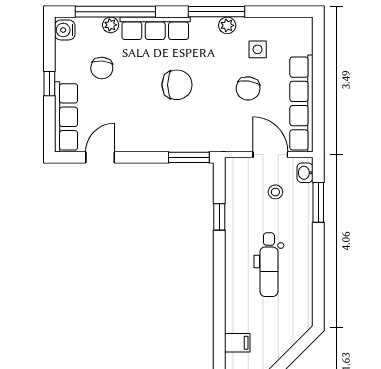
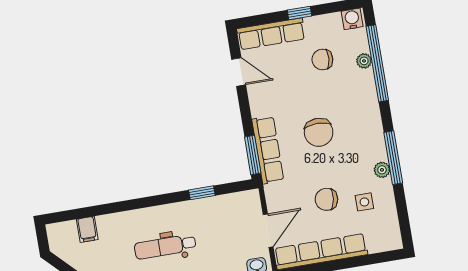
row of seats: (155, 28) -> (268, 150), moved, turned 180
stool: (275, 192) -> (234, 241), removed

